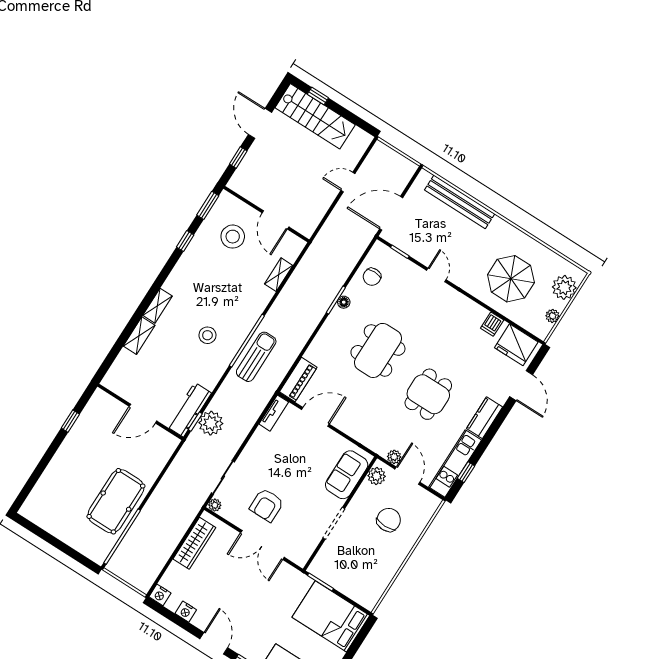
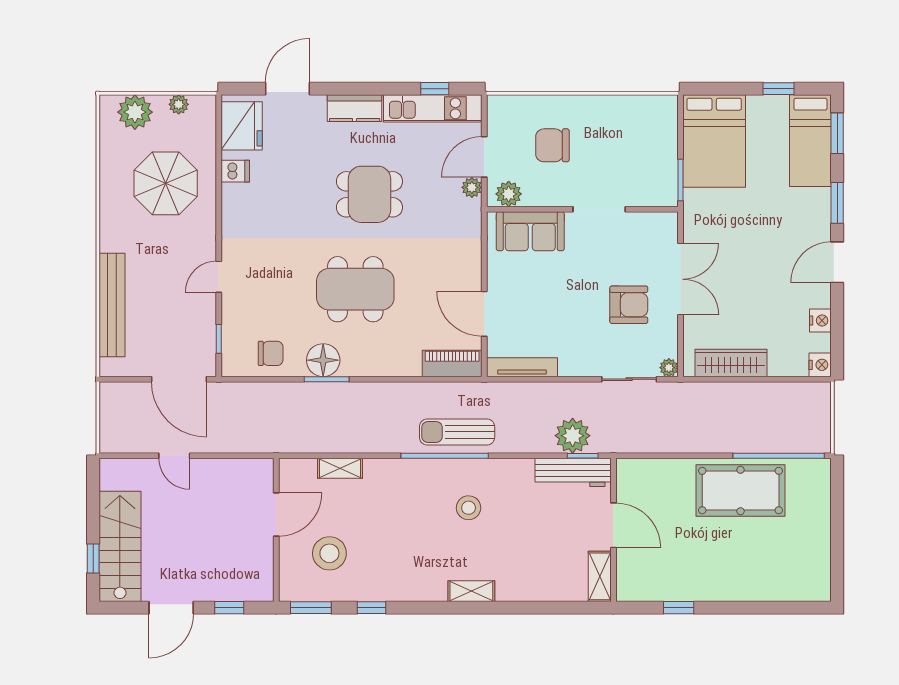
floor lamp: (344, 302) -> (323, 360), width x1.89, depth x1.89
shelving: (139, 336) -> (600, 576), moved, turned 90
tv unit: (274, 413) -> (522, 367), width x1.41

